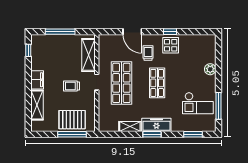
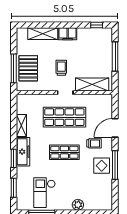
window: (170, 32) -> (115, 165), width x2.17
window: (152, 134) -> (14, 158), moved

